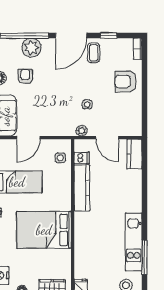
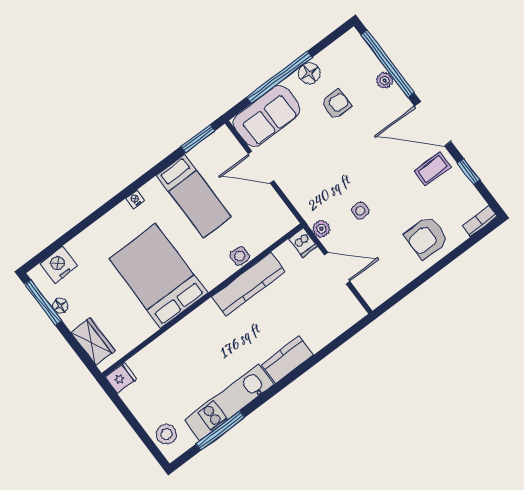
plant: (31, 48) -> (385, 80), width x0.53, depth x0.53
armchair: (126, 82) -> (426, 238), turned -90
door: (107, 138) -> (337, 268), swing flipped
kitchen counter: (134, 154) -> (287, 360), moved
side table: (60, 158) -> (240, 256), moved
dishwasher: (82, 158) -> (303, 243), moved

